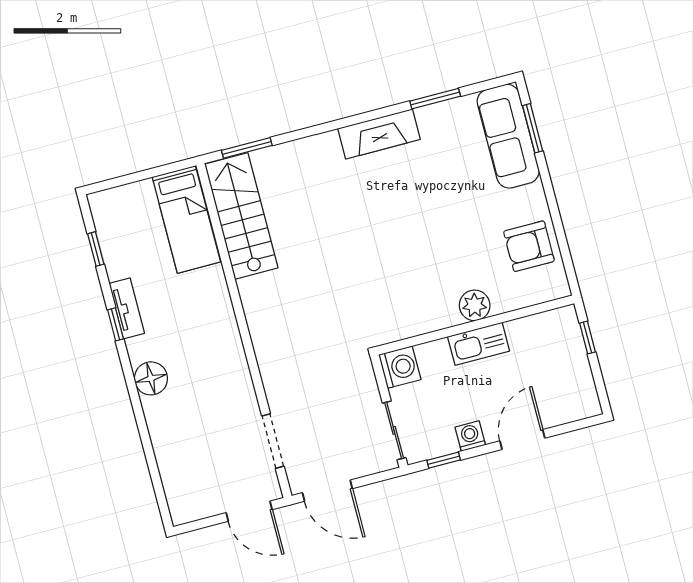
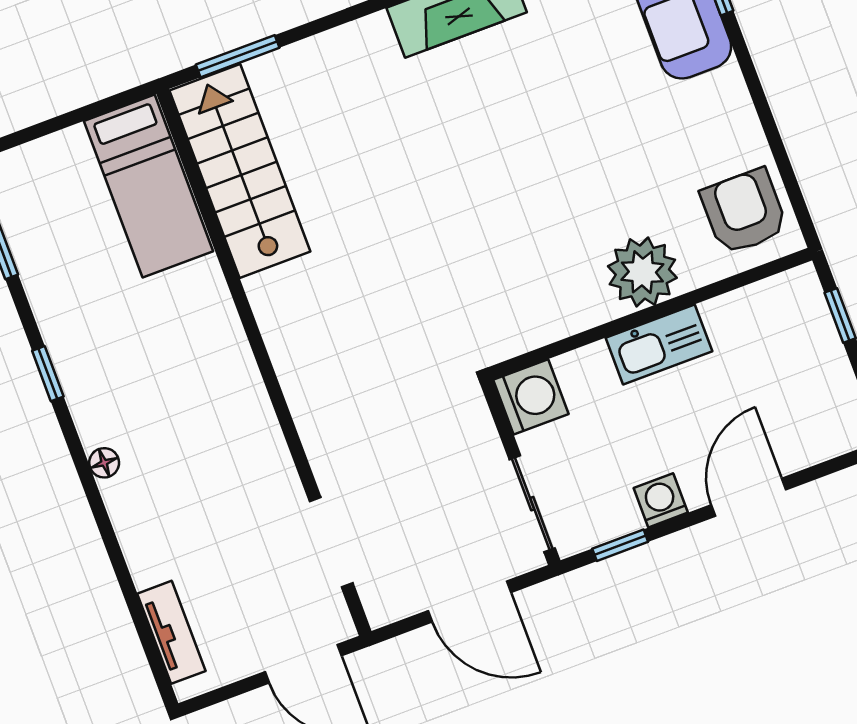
armchair: (529, 246) -> (744, 212), moved, turned 90
plant: (475, 305) -> (642, 272), width x1.36, depth x1.36
tv unit: (127, 308) -> (171, 632), moved
floor lamp: (151, 378) -> (104, 463), width x0.53, depth x0.53
door: (327, 491) -> (470, 602), moved

